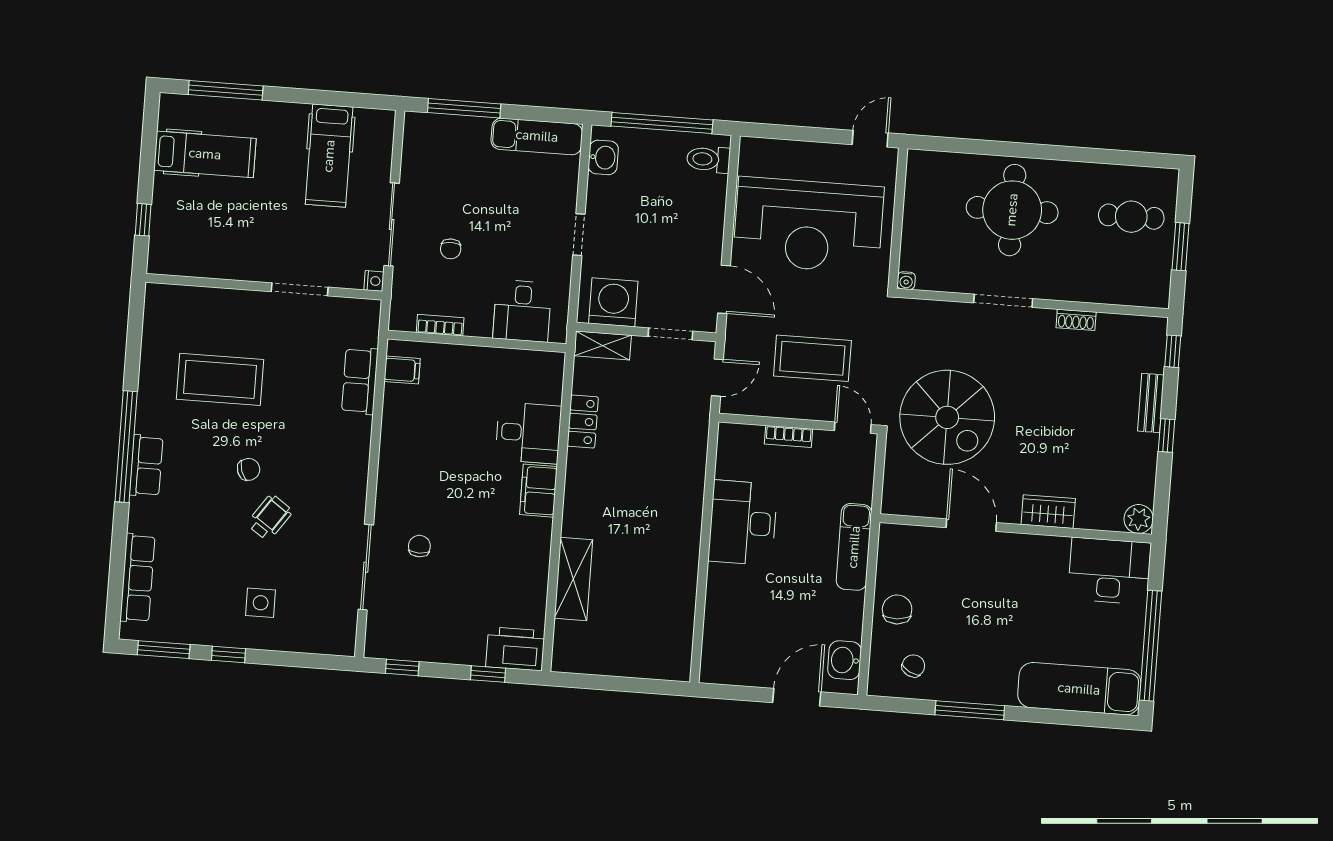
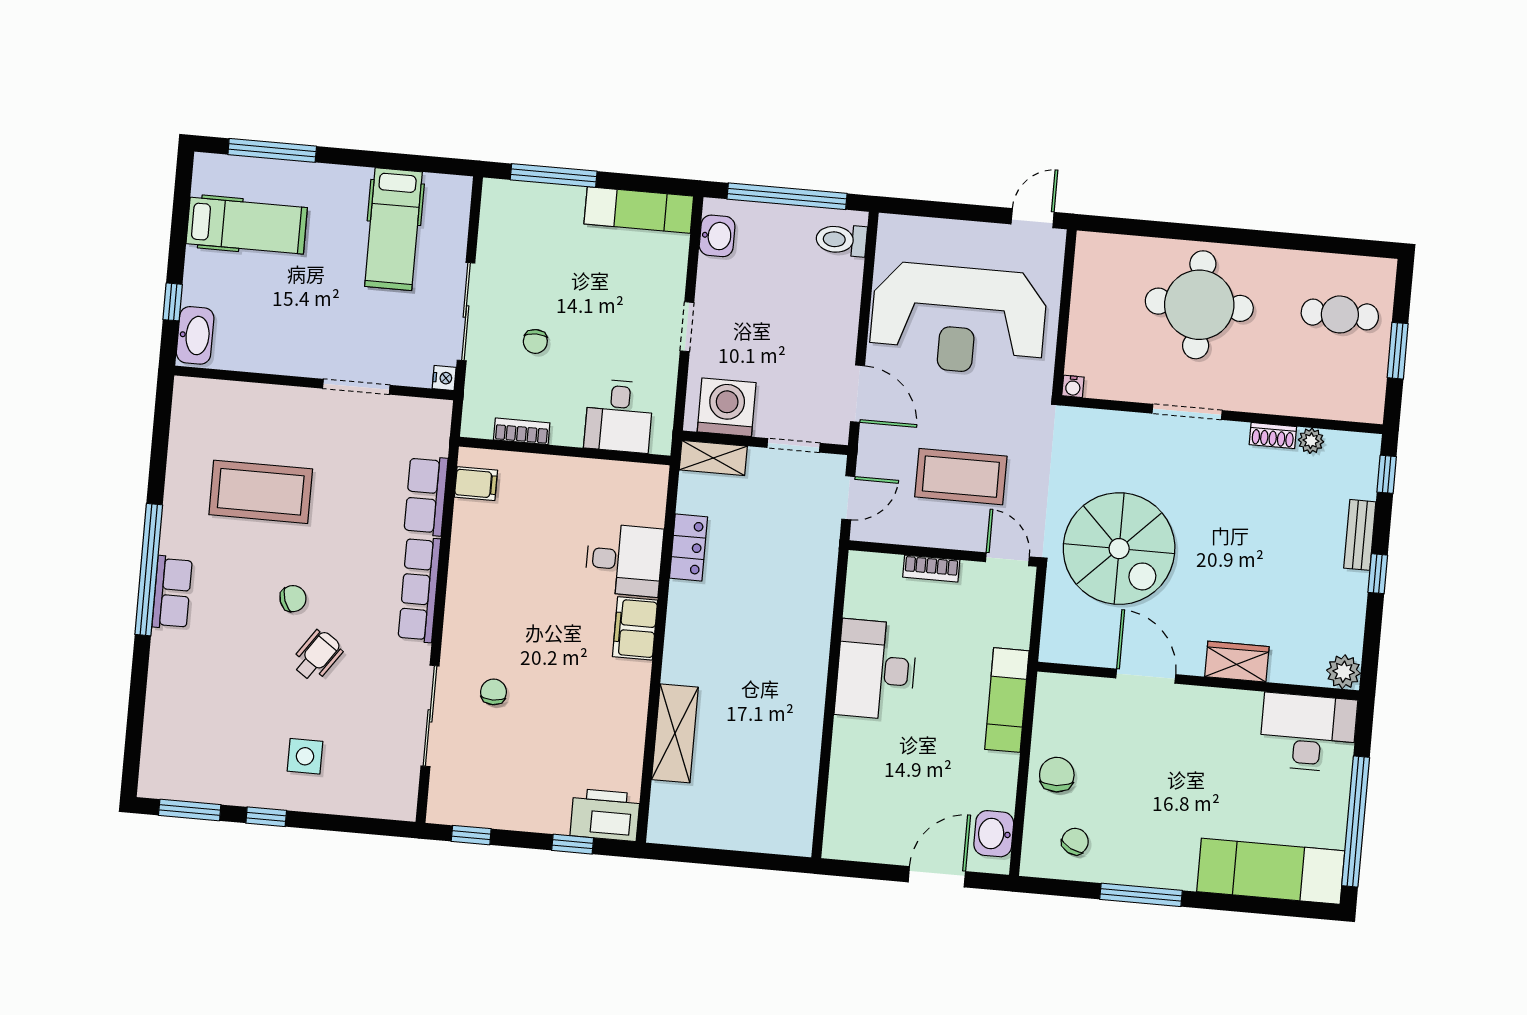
washbasin: (163, 248) -> (195, 335), added
plant: (1108, 324) -> (1311, 441), added
row of seats: (137, 578) -> (419, 589), moved, turned 180

